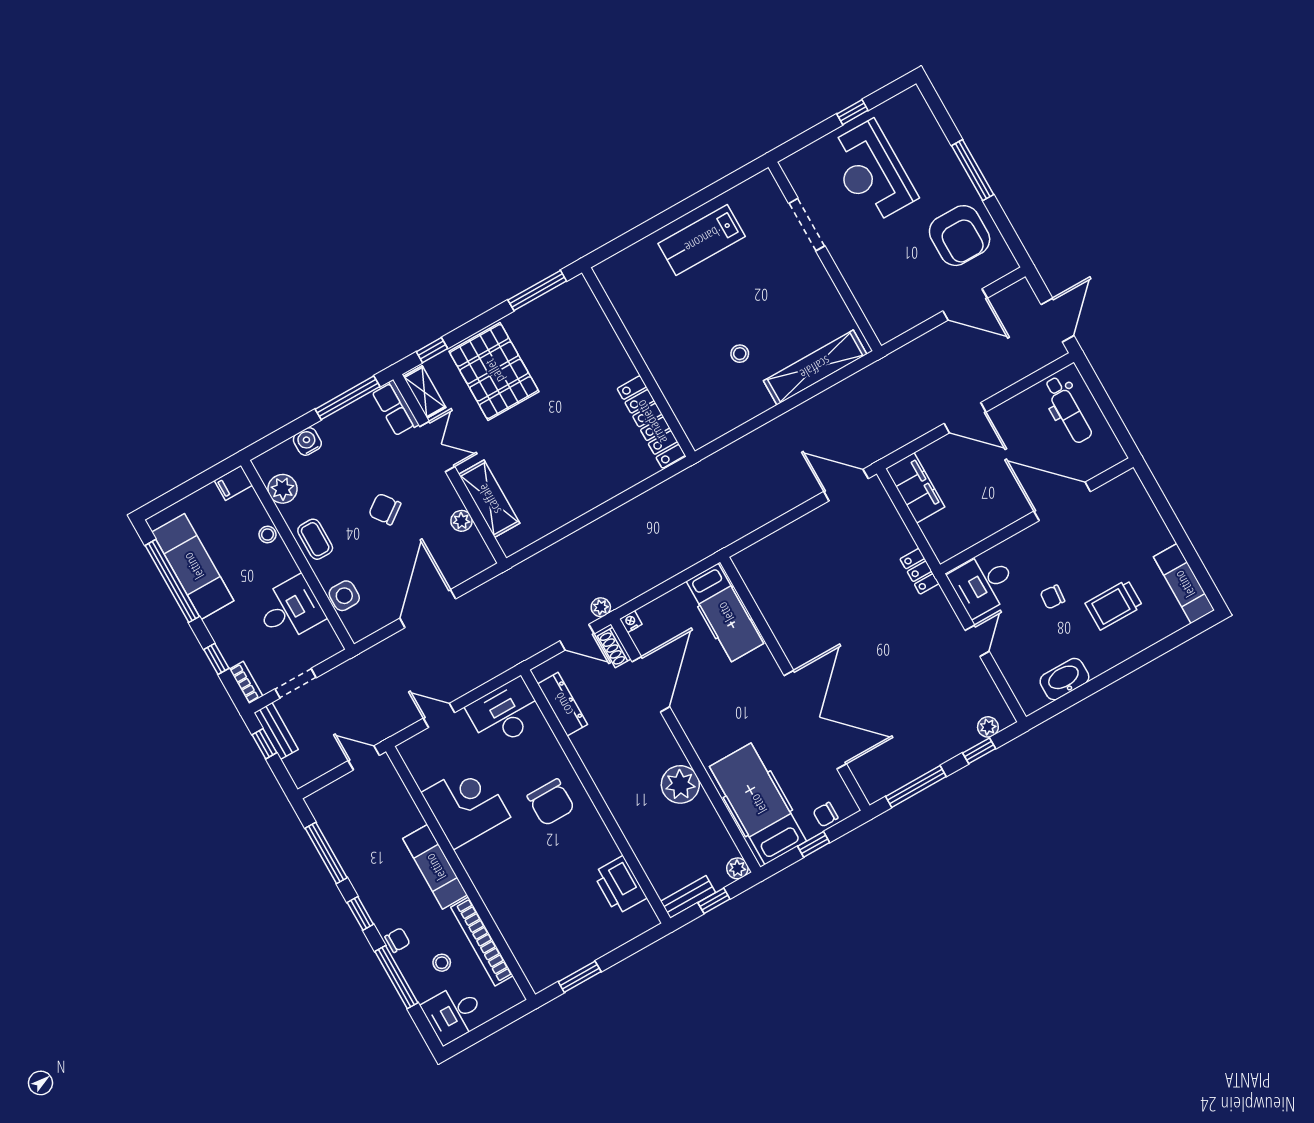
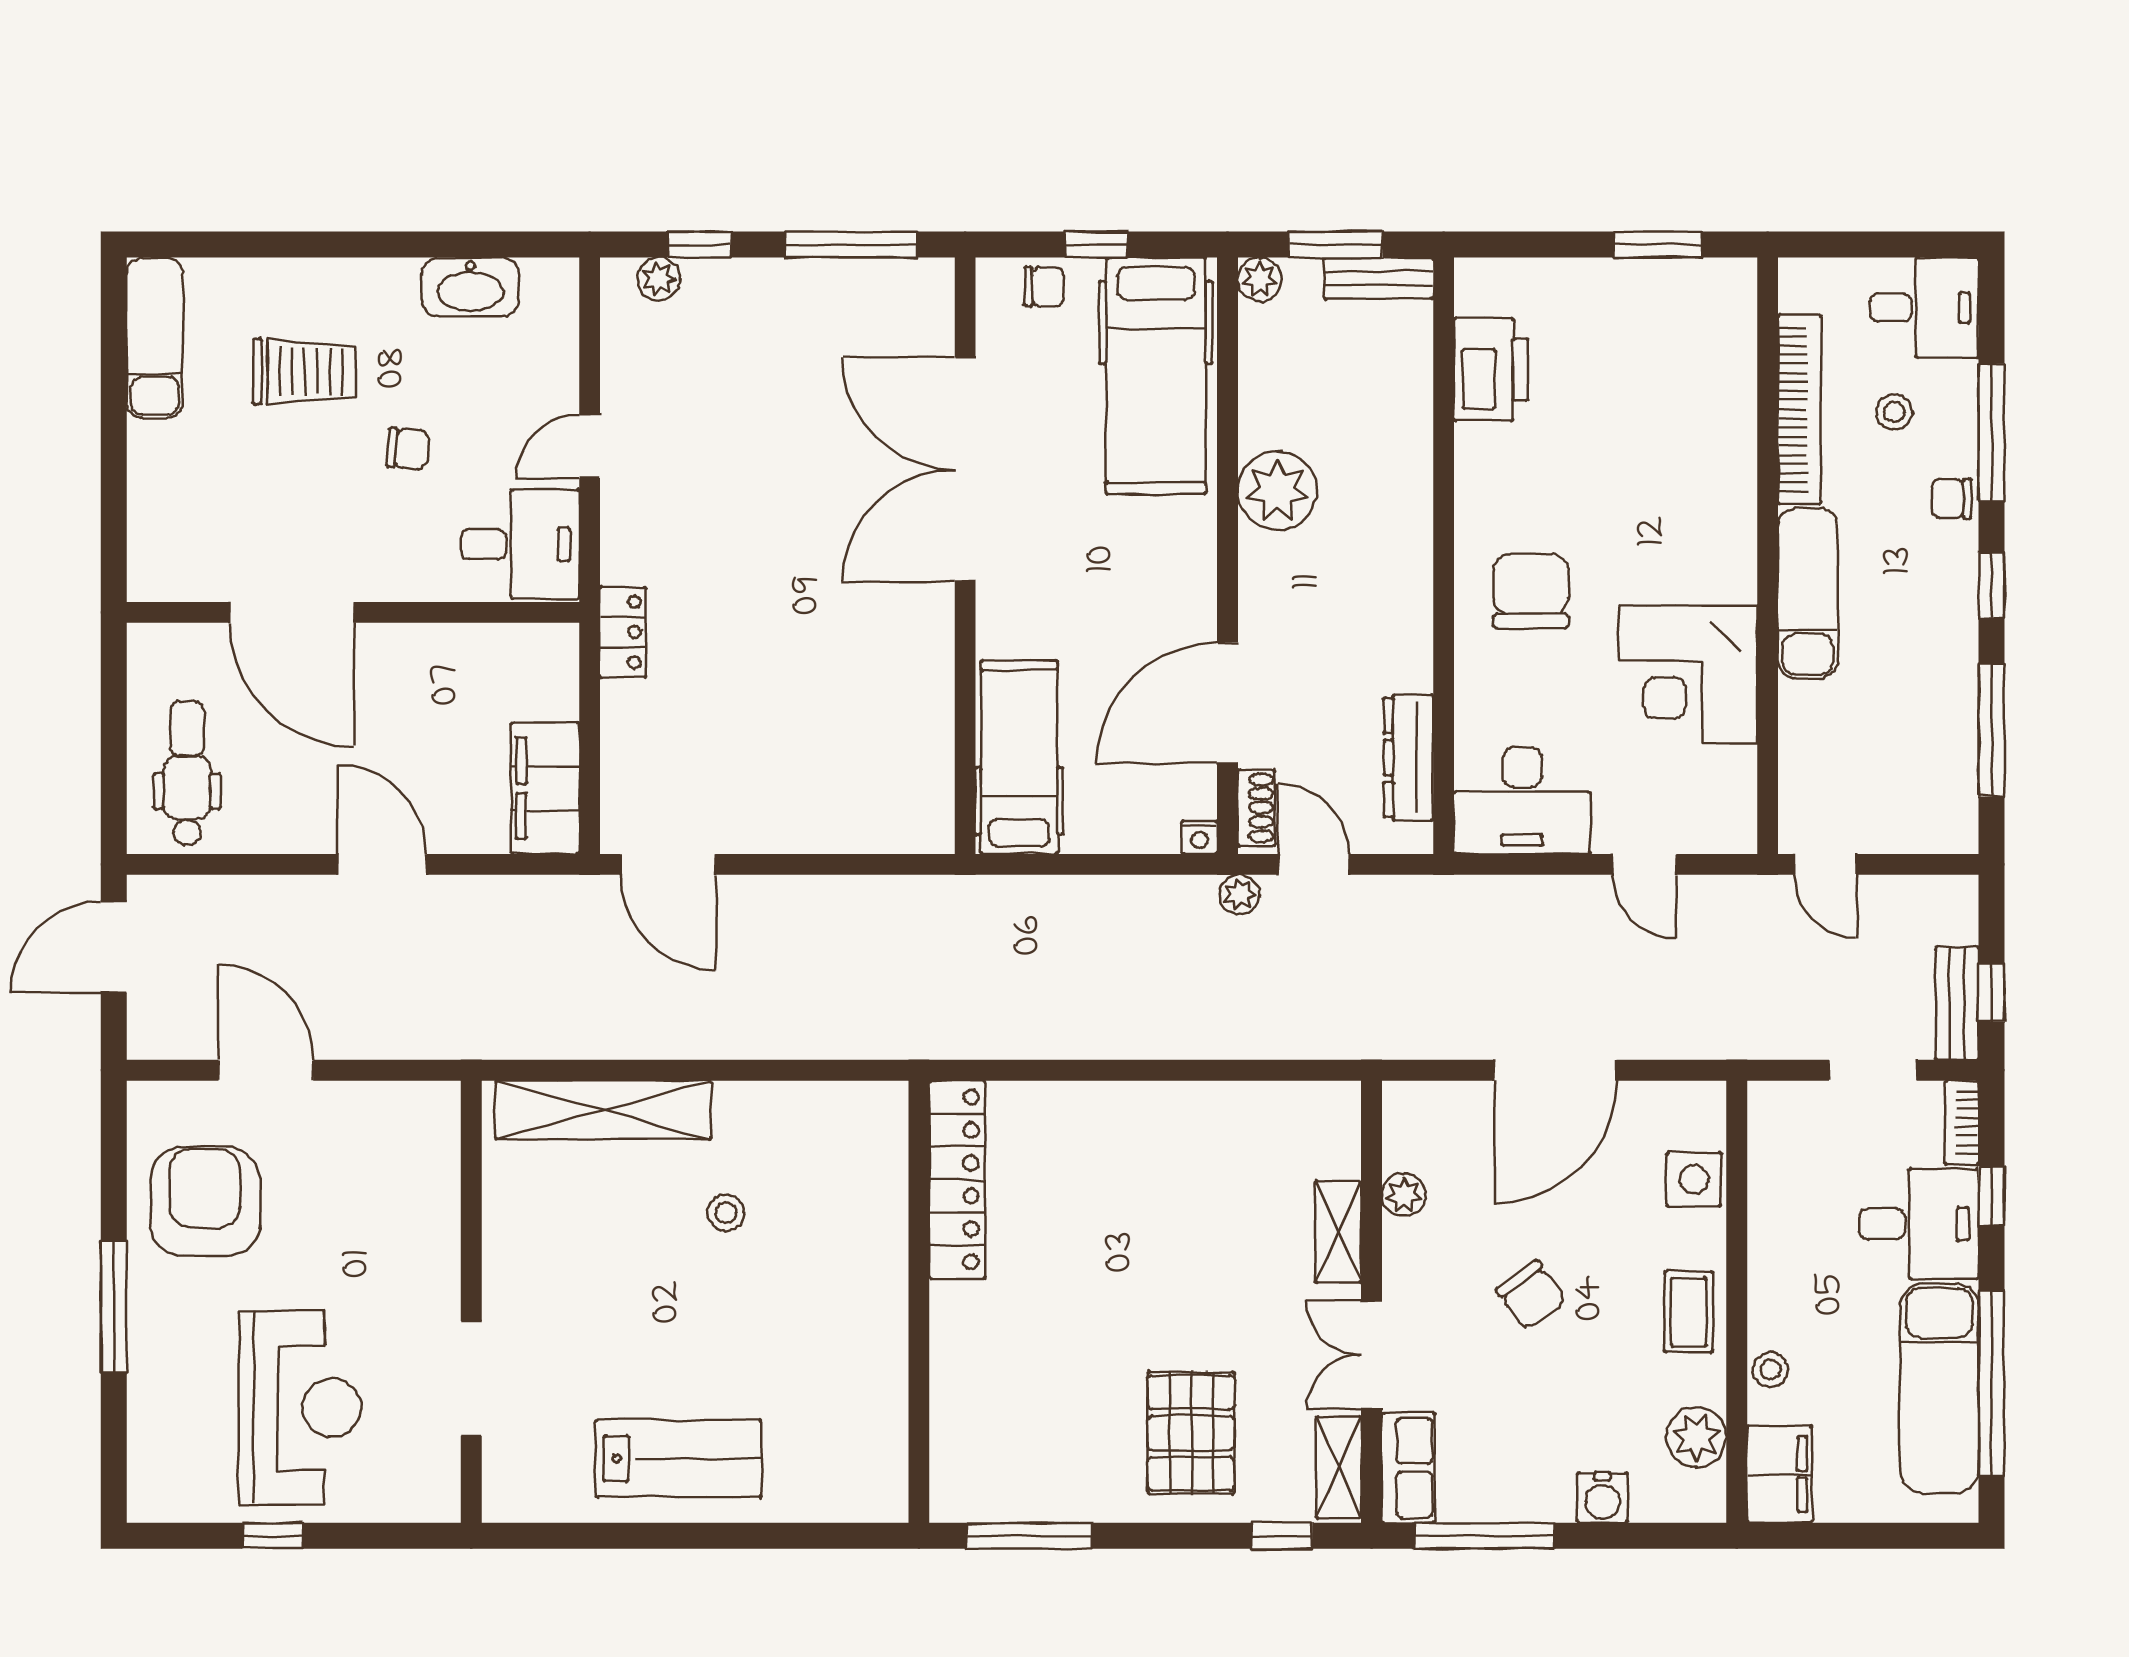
pallet: (494, 371) -> (1191, 1433), width x0.73, depth x0.71
filing cabinet: (233, 483) -> (1780, 1474), width x2.00
shelving: (489, 499) -> (1338, 1232), width x0.67, depth x0.75
desk: (290, 609) -> (1919, 1224), moved, turned 180
window: (714, 901) -> (1336, 245), width x1.50

